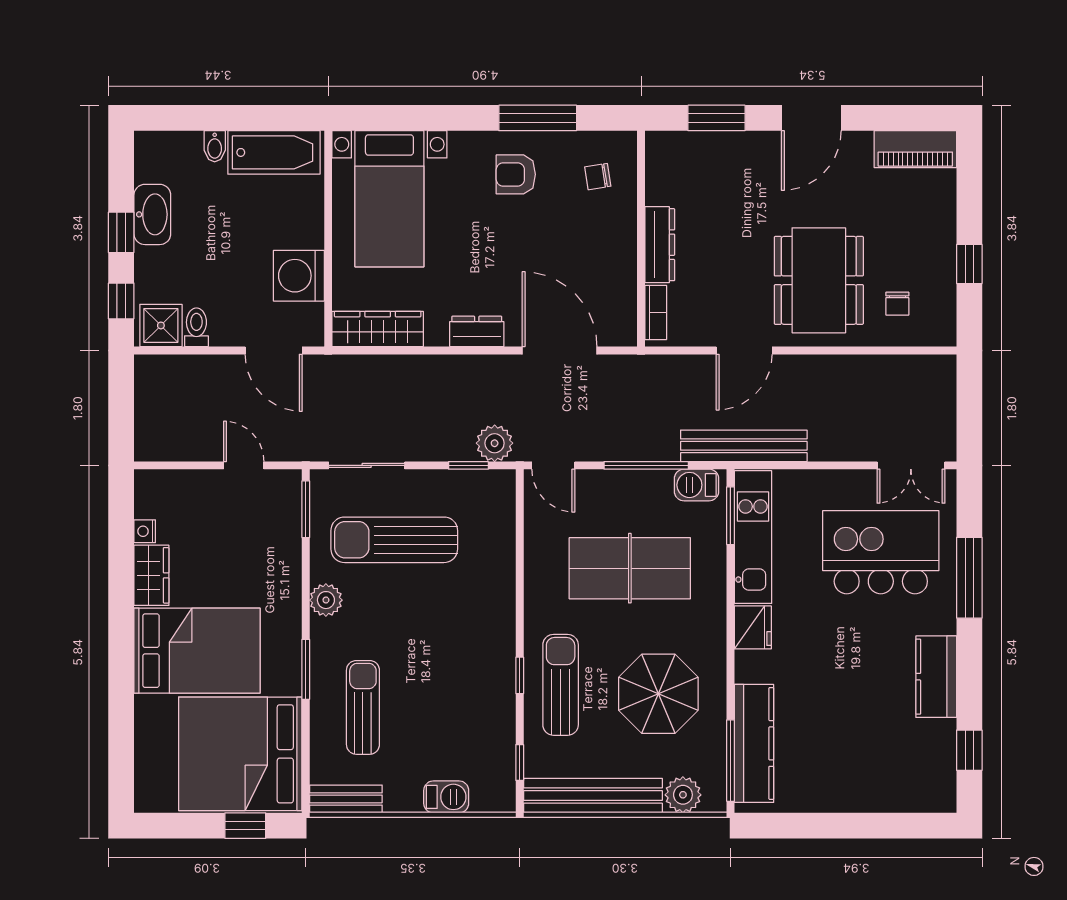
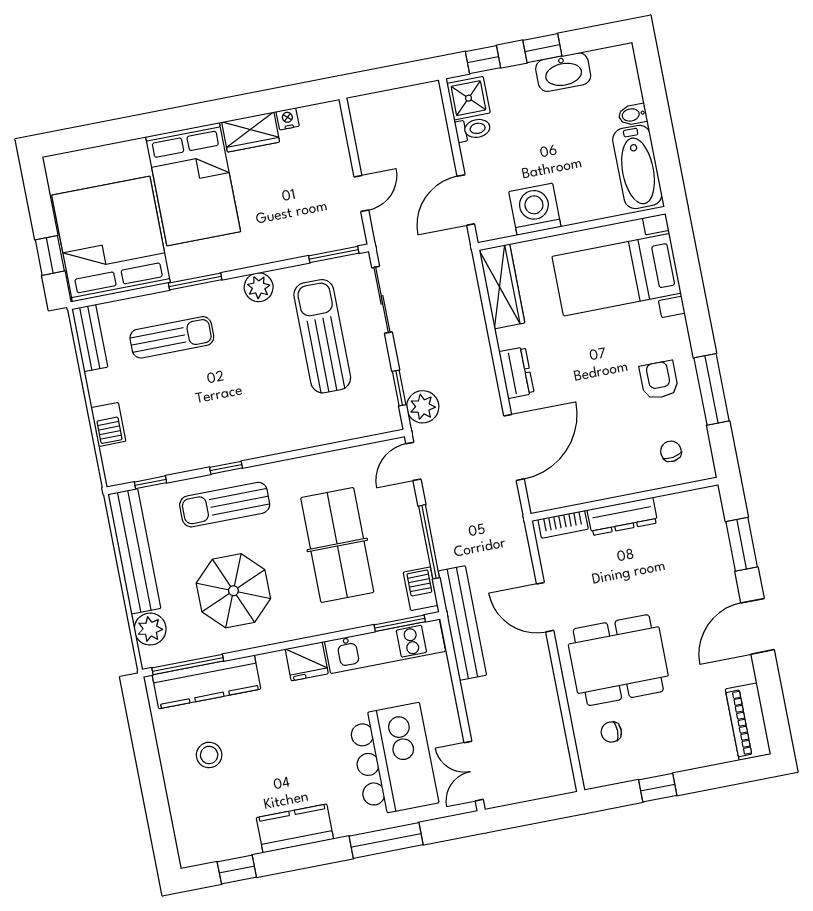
door: (811, 118) -> (758, 626), hinge flipped
sun lounger: (561, 685) -> (225, 505), turned 180
stool: (836, 756) -> (209, 755), added

